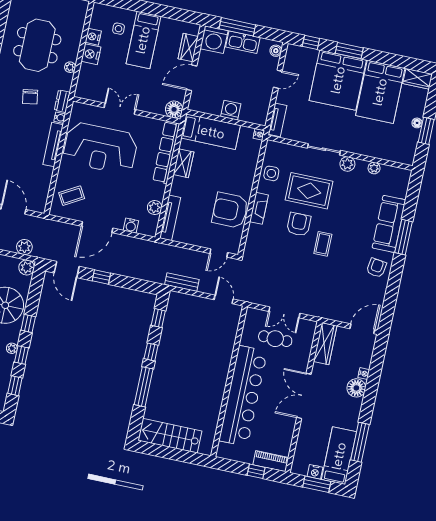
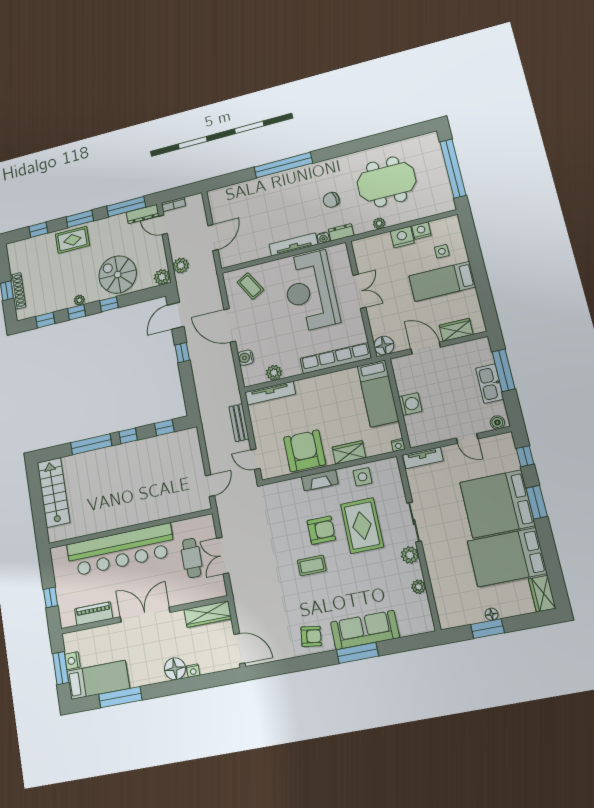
washing machine: (214, 40) -> (478, 352), removed
wardrobe: (183, 163) -> (349, 452), moved, turned 180
bench: (182, 282) -> (239, 423), moved
piano: (271, 461) -> (94, 614), moved, turned -90

